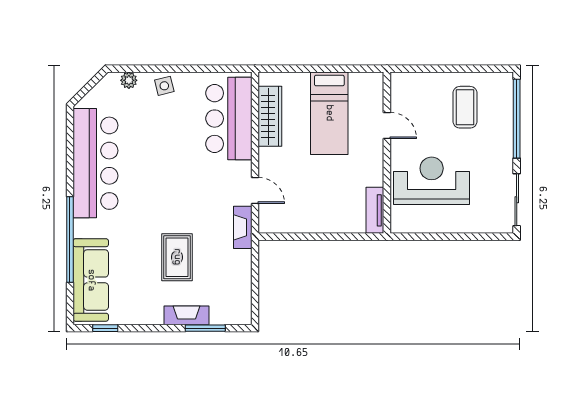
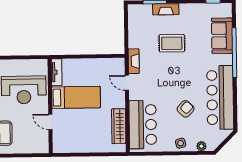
bed: (329, 113) -> (76, 97), moved, turned 90
armchair: (155, 144) -> (186, 109), added
rug: (177, 257) -> (172, 43), turned 90
sofa: (91, 280) -> (222, 36), width x0.73

